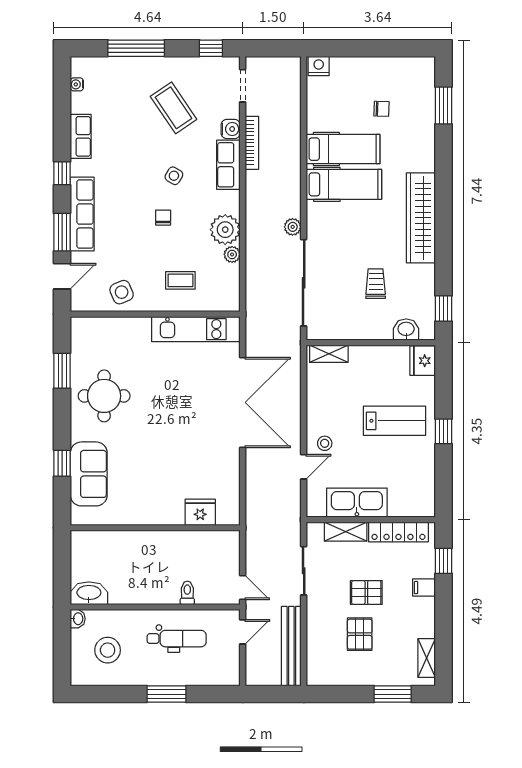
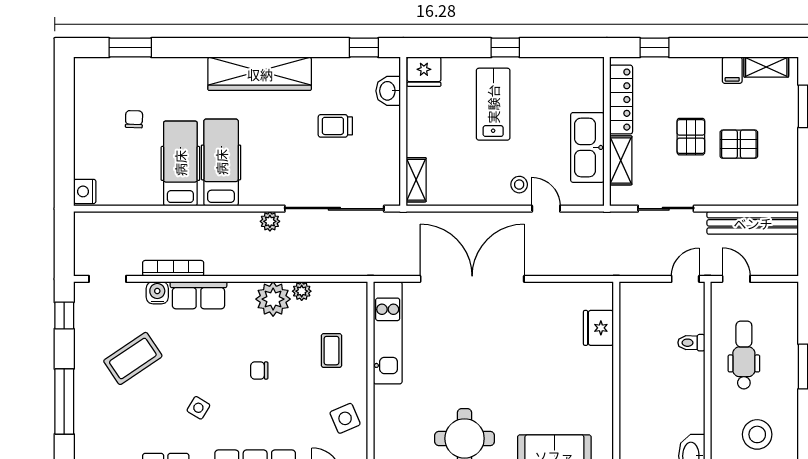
side table: (174, 176) -> (198, 408), moved
filing cabinet: (424, 588) -> (732, 70), moved

